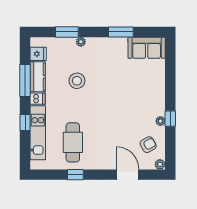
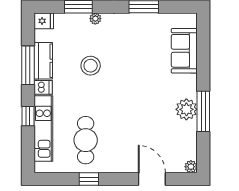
sofa: (147, 48) -> (184, 51), moved, turned 90
fridge: (38, 54) -> (44, 21), moved
window: (170, 119) -> (203, 111), width x2.17
plant: (160, 121) -> (186, 109), width x1.88, depth x1.88
armchair: (148, 145) -> (177, 143), removed

